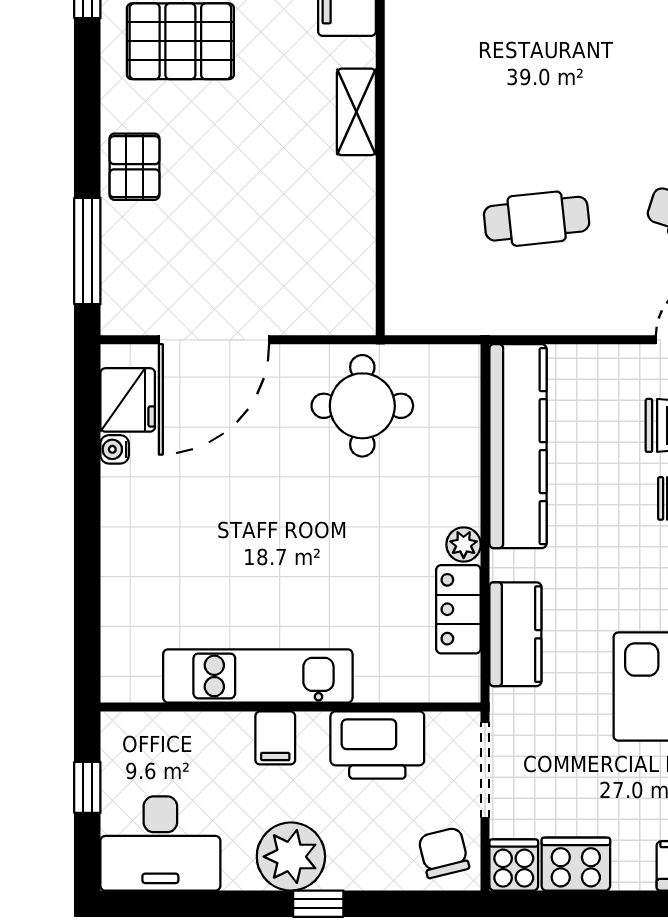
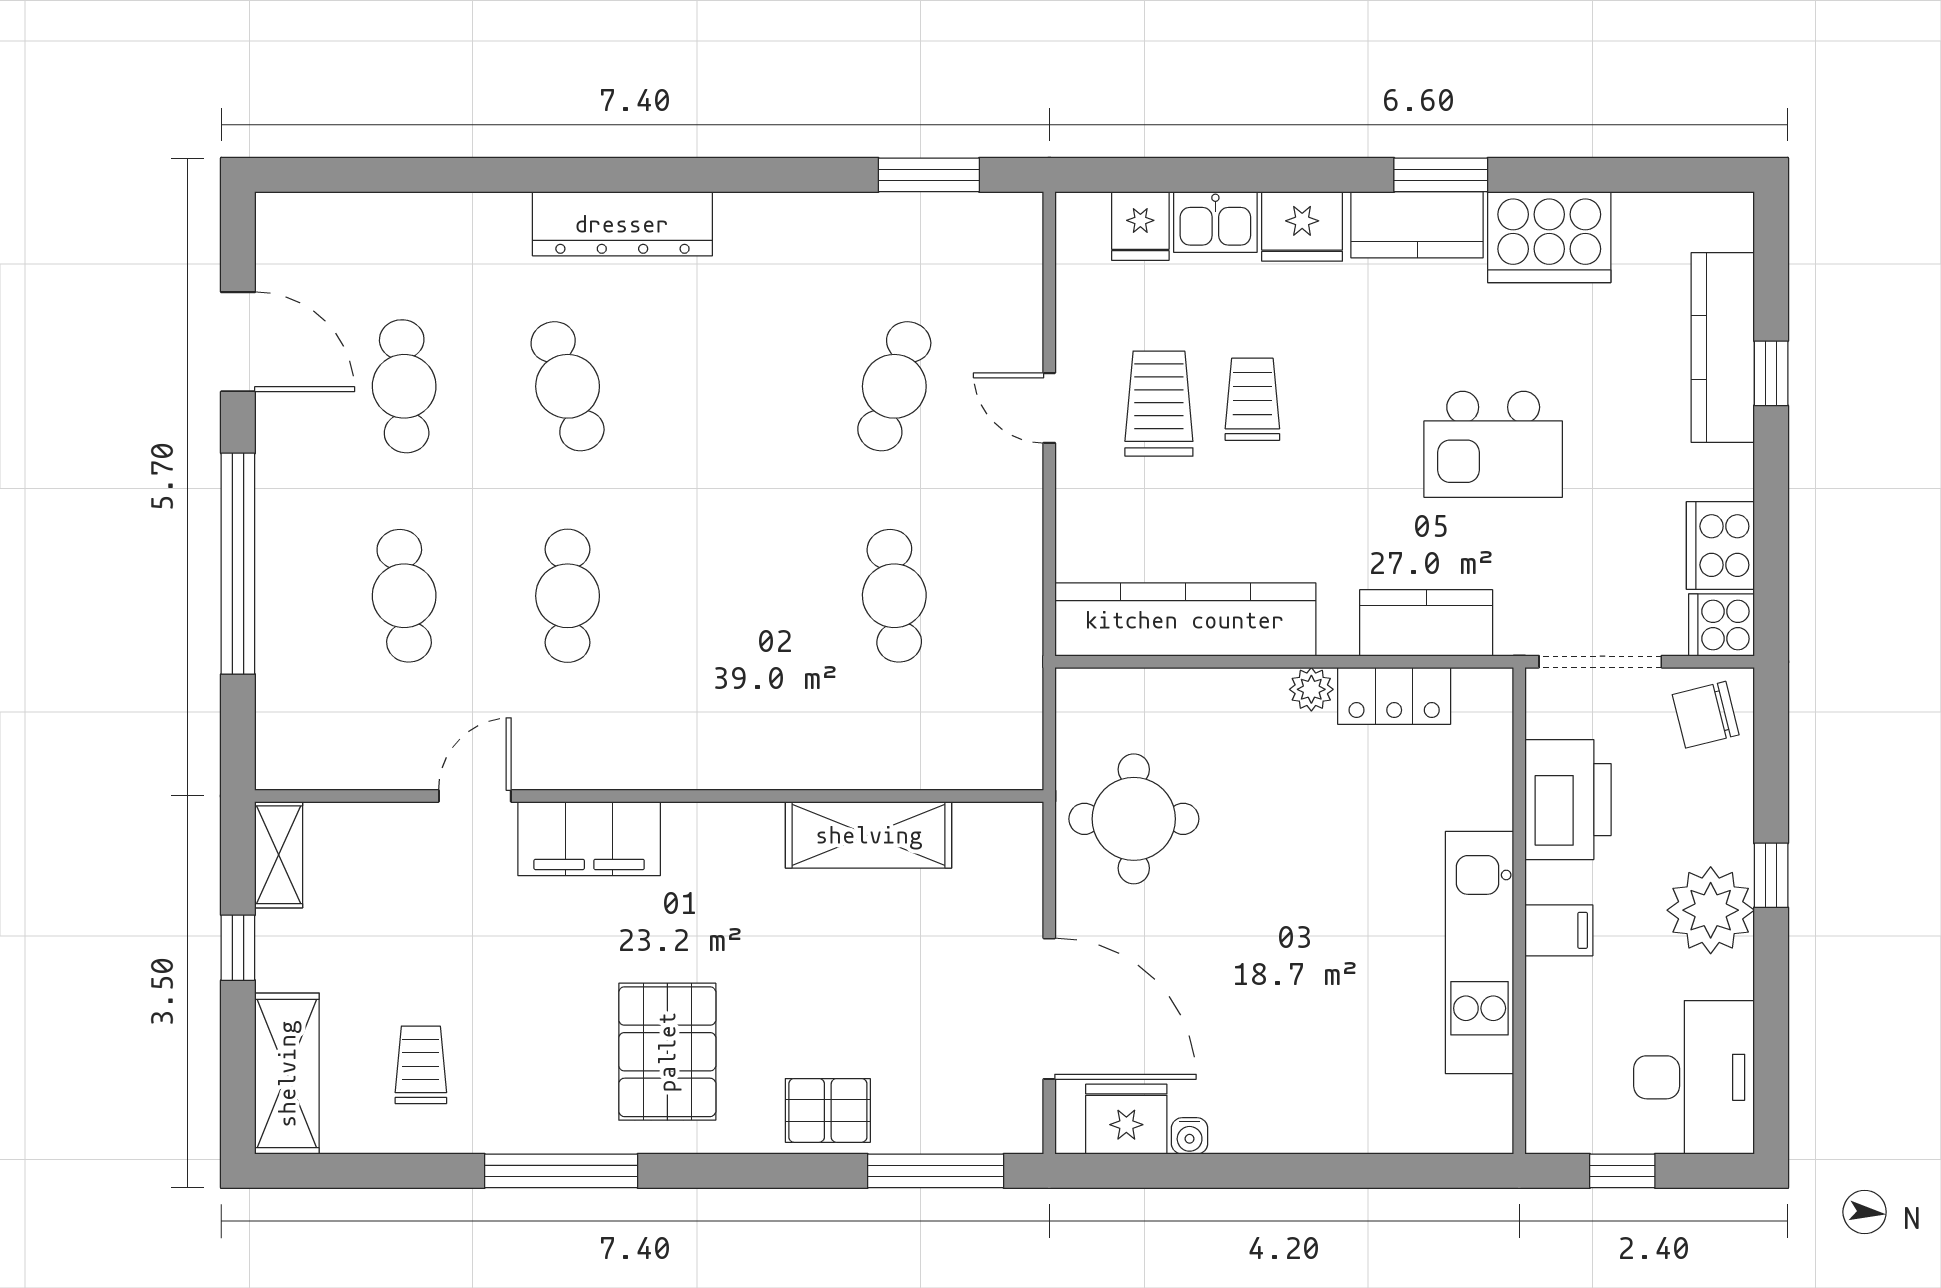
shelving: (356, 112) -> (869, 835), moved, width x1.50, depth x1.33

